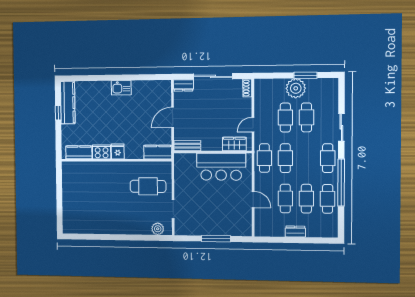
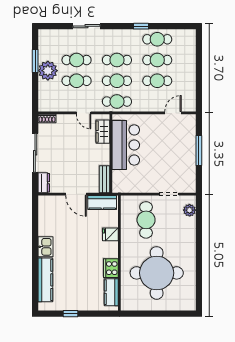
kitchen counter: (68, 103) -> (45, 280), moved, turned 90
fridge: (118, 151) -> (110, 234), moved
kitchen counter: (158, 152) -> (102, 202), moved, turned -90
cafe table: (328, 158) -> (117, 60), moved
window: (341, 182) -> (141, 26), width x0.32
round table: (97, 196) -> (157, 273), added
door: (253, 199) -> (173, 113), moved
dresser: (295, 231) -> (190, 71), removed

